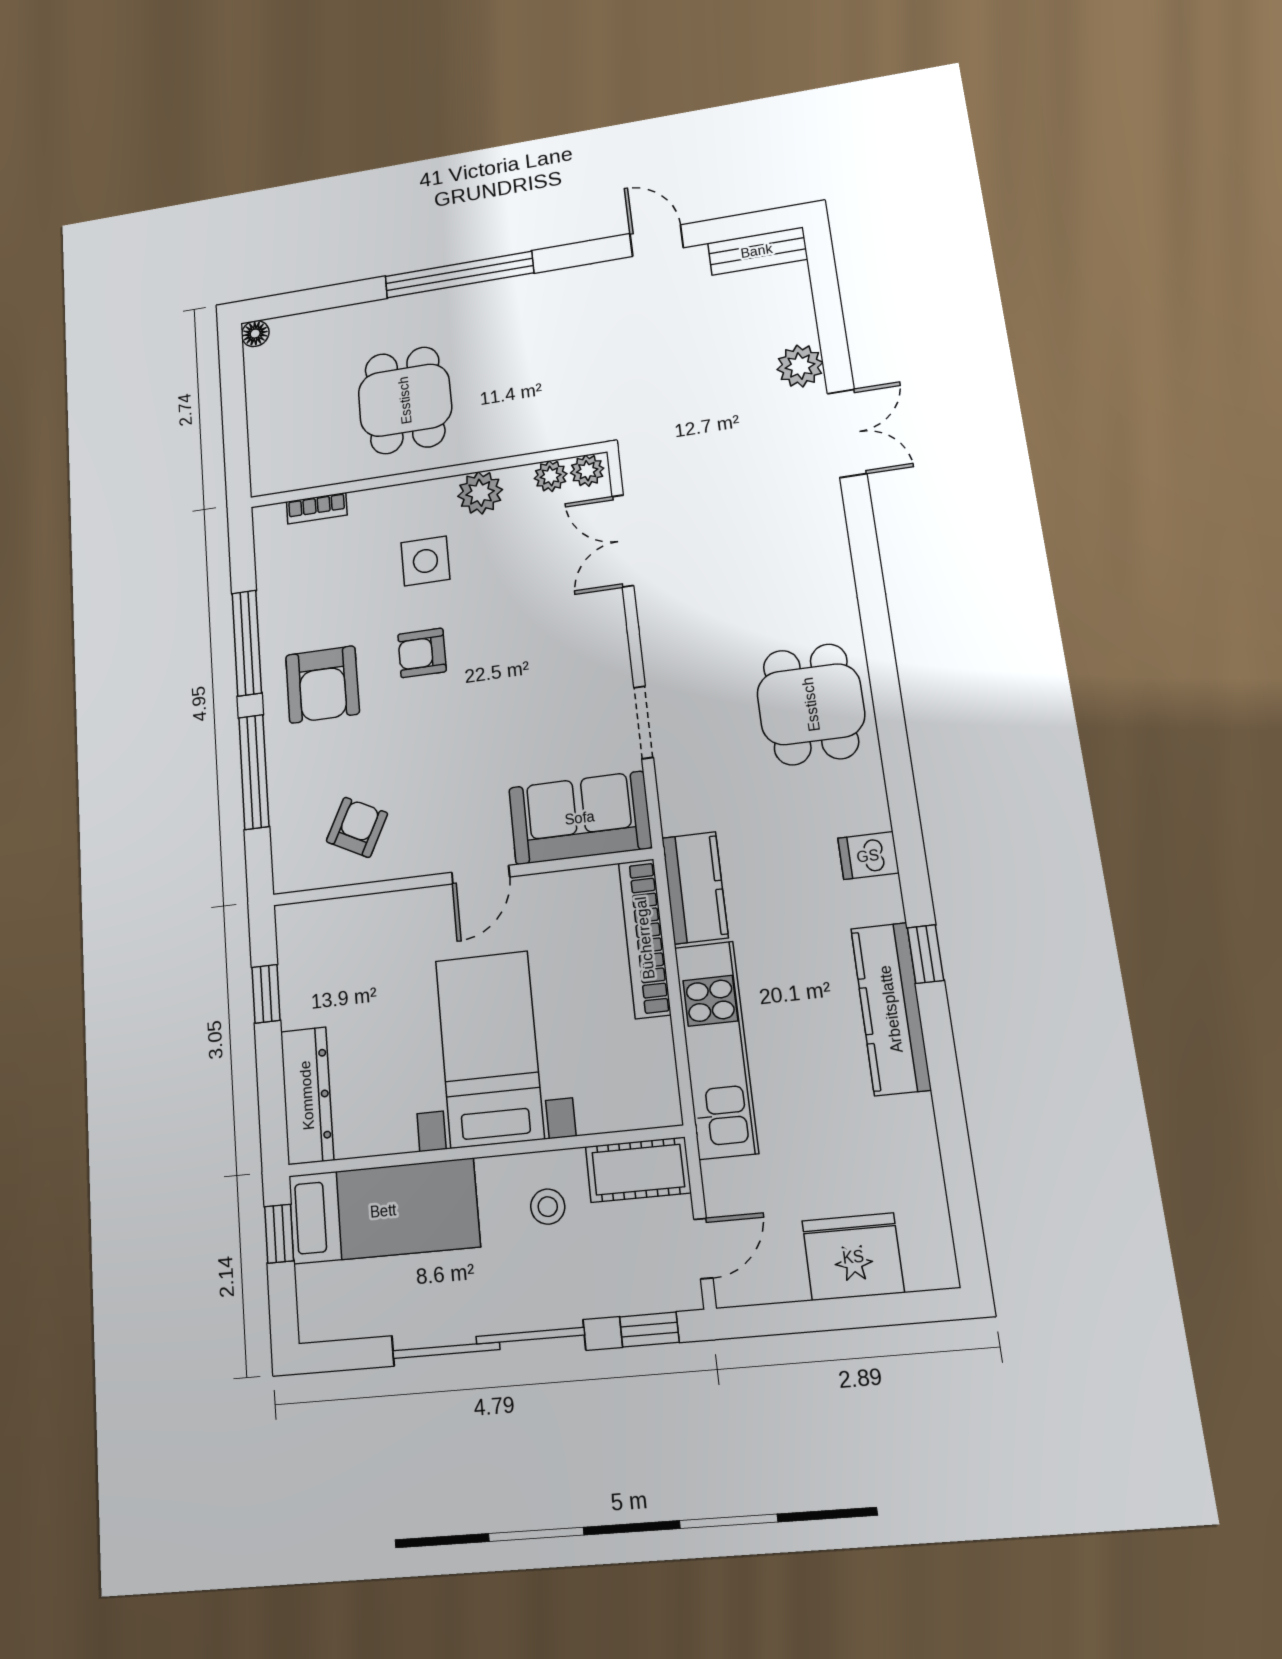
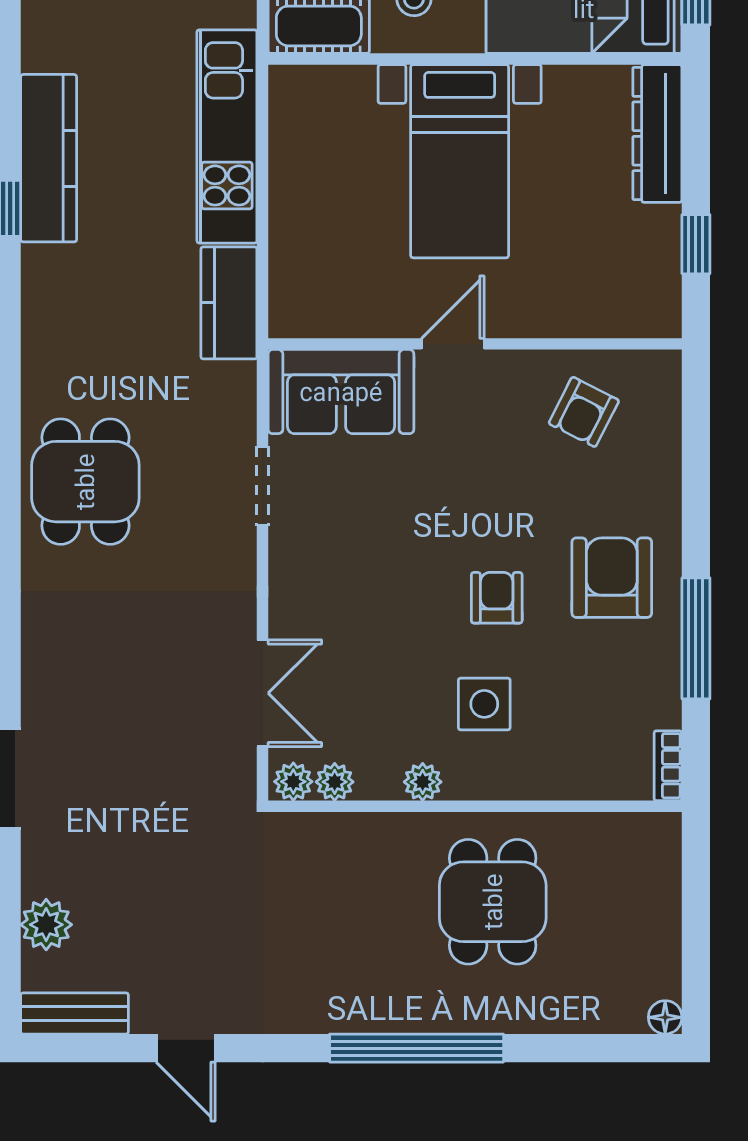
plant: (800, 366) -> (46, 925), moved
plant: (480, 493) -> (423, 782), width x0.73, depth x0.73
bookcase: (317, 508) -> (668, 766), moved, turned -90
armchair: (422, 653) -> (497, 598), turned -90
window: (254, 772) -> (696, 489), removed
dishwasher: (868, 856) -> (49, 315), removed
bookcase: (645, 938) -> (287, 257), removed

